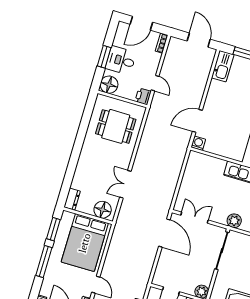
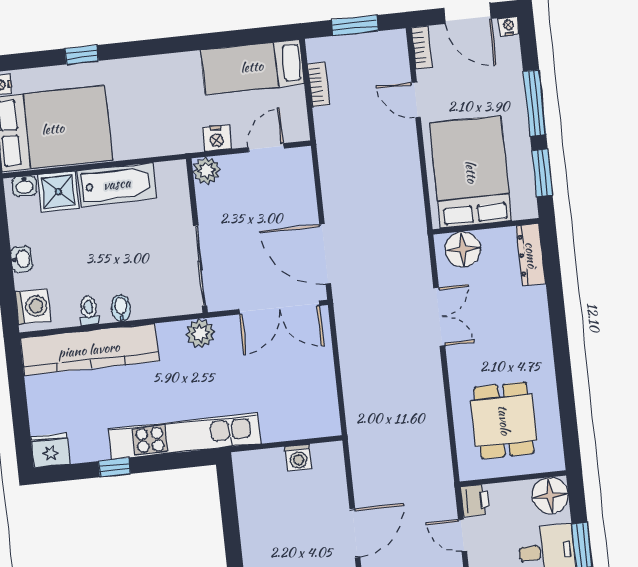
door: (197, 121) -> (355, 533), moved
dining table: (116, 126) -> (504, 420), turned 90
washing machine: (198, 143) -> (298, 458), moved
dresser: (72, 199) -> (531, 255), width x1.44
double door: (194, 218) -> (279, 307), width x1.37

